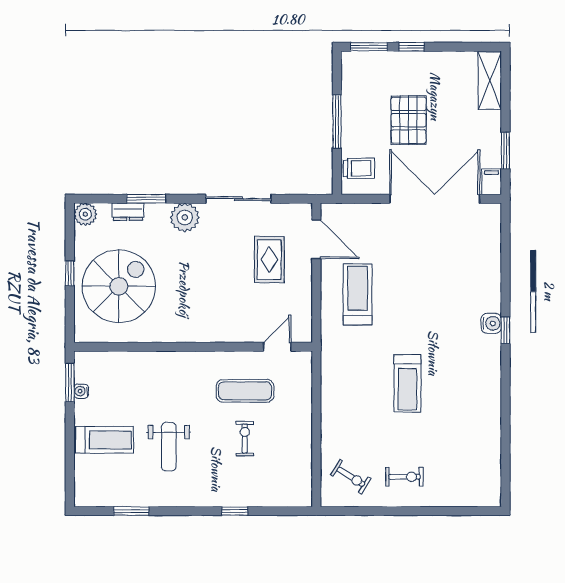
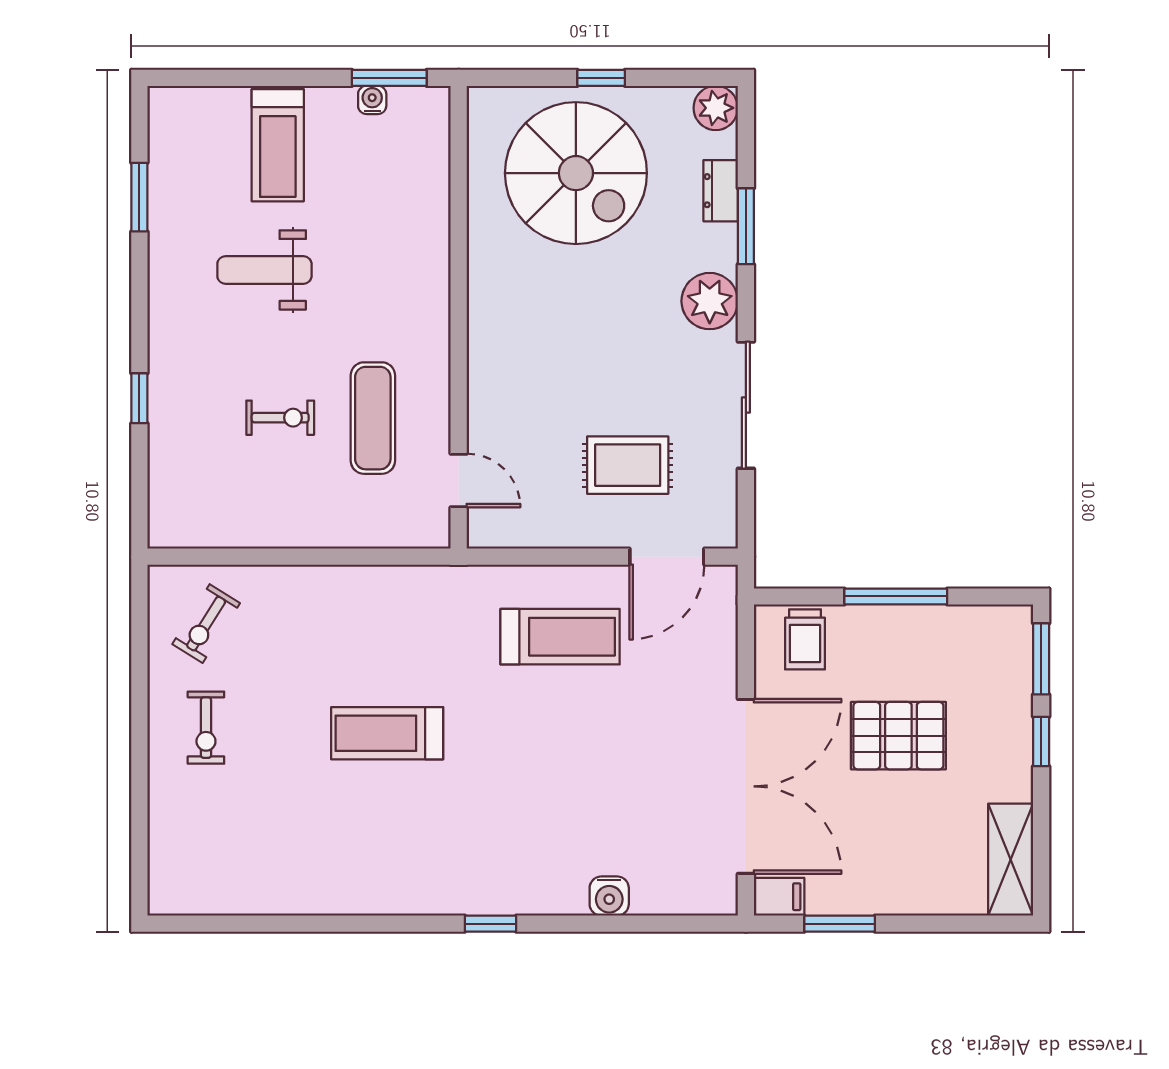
shelving: (490, 81) -> (1011, 860), moved, turned 90
water cooler: (491, 323) -> (609, 896), moved

